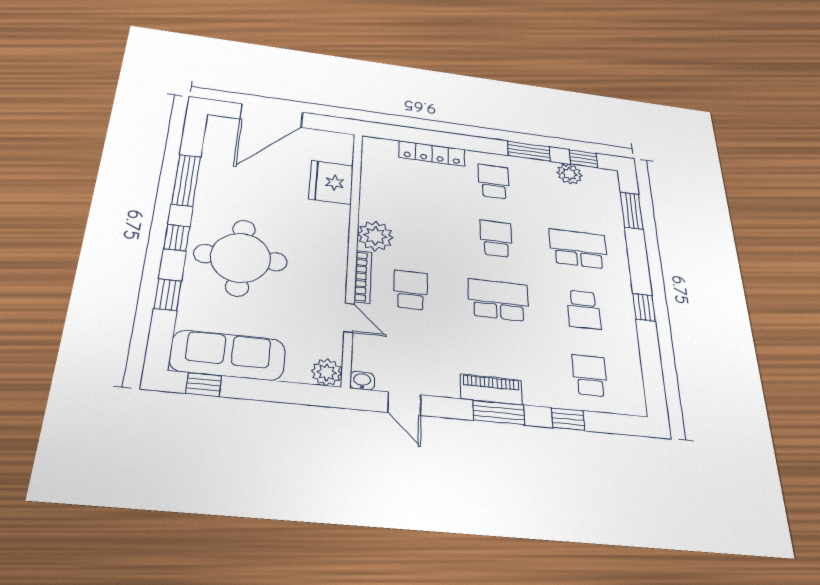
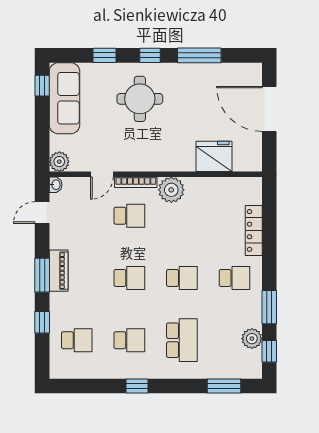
round table: (241, 258) -> (140, 99), width x0.73, depth x0.73
school desk: (498, 300) -> (129, 278), width x0.54
school desk: (584, 310) -> (129, 340), turned 180

